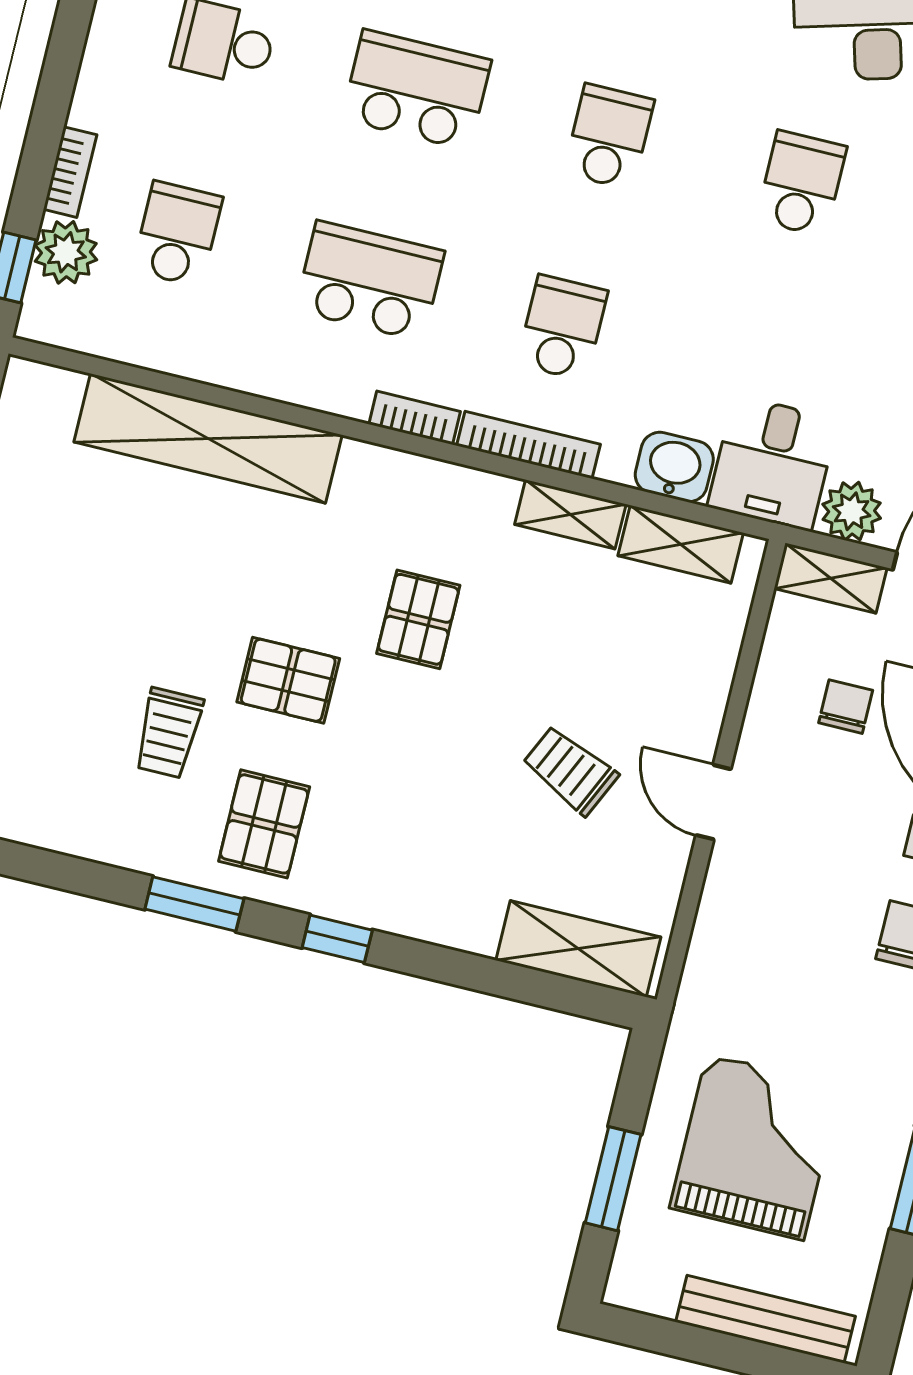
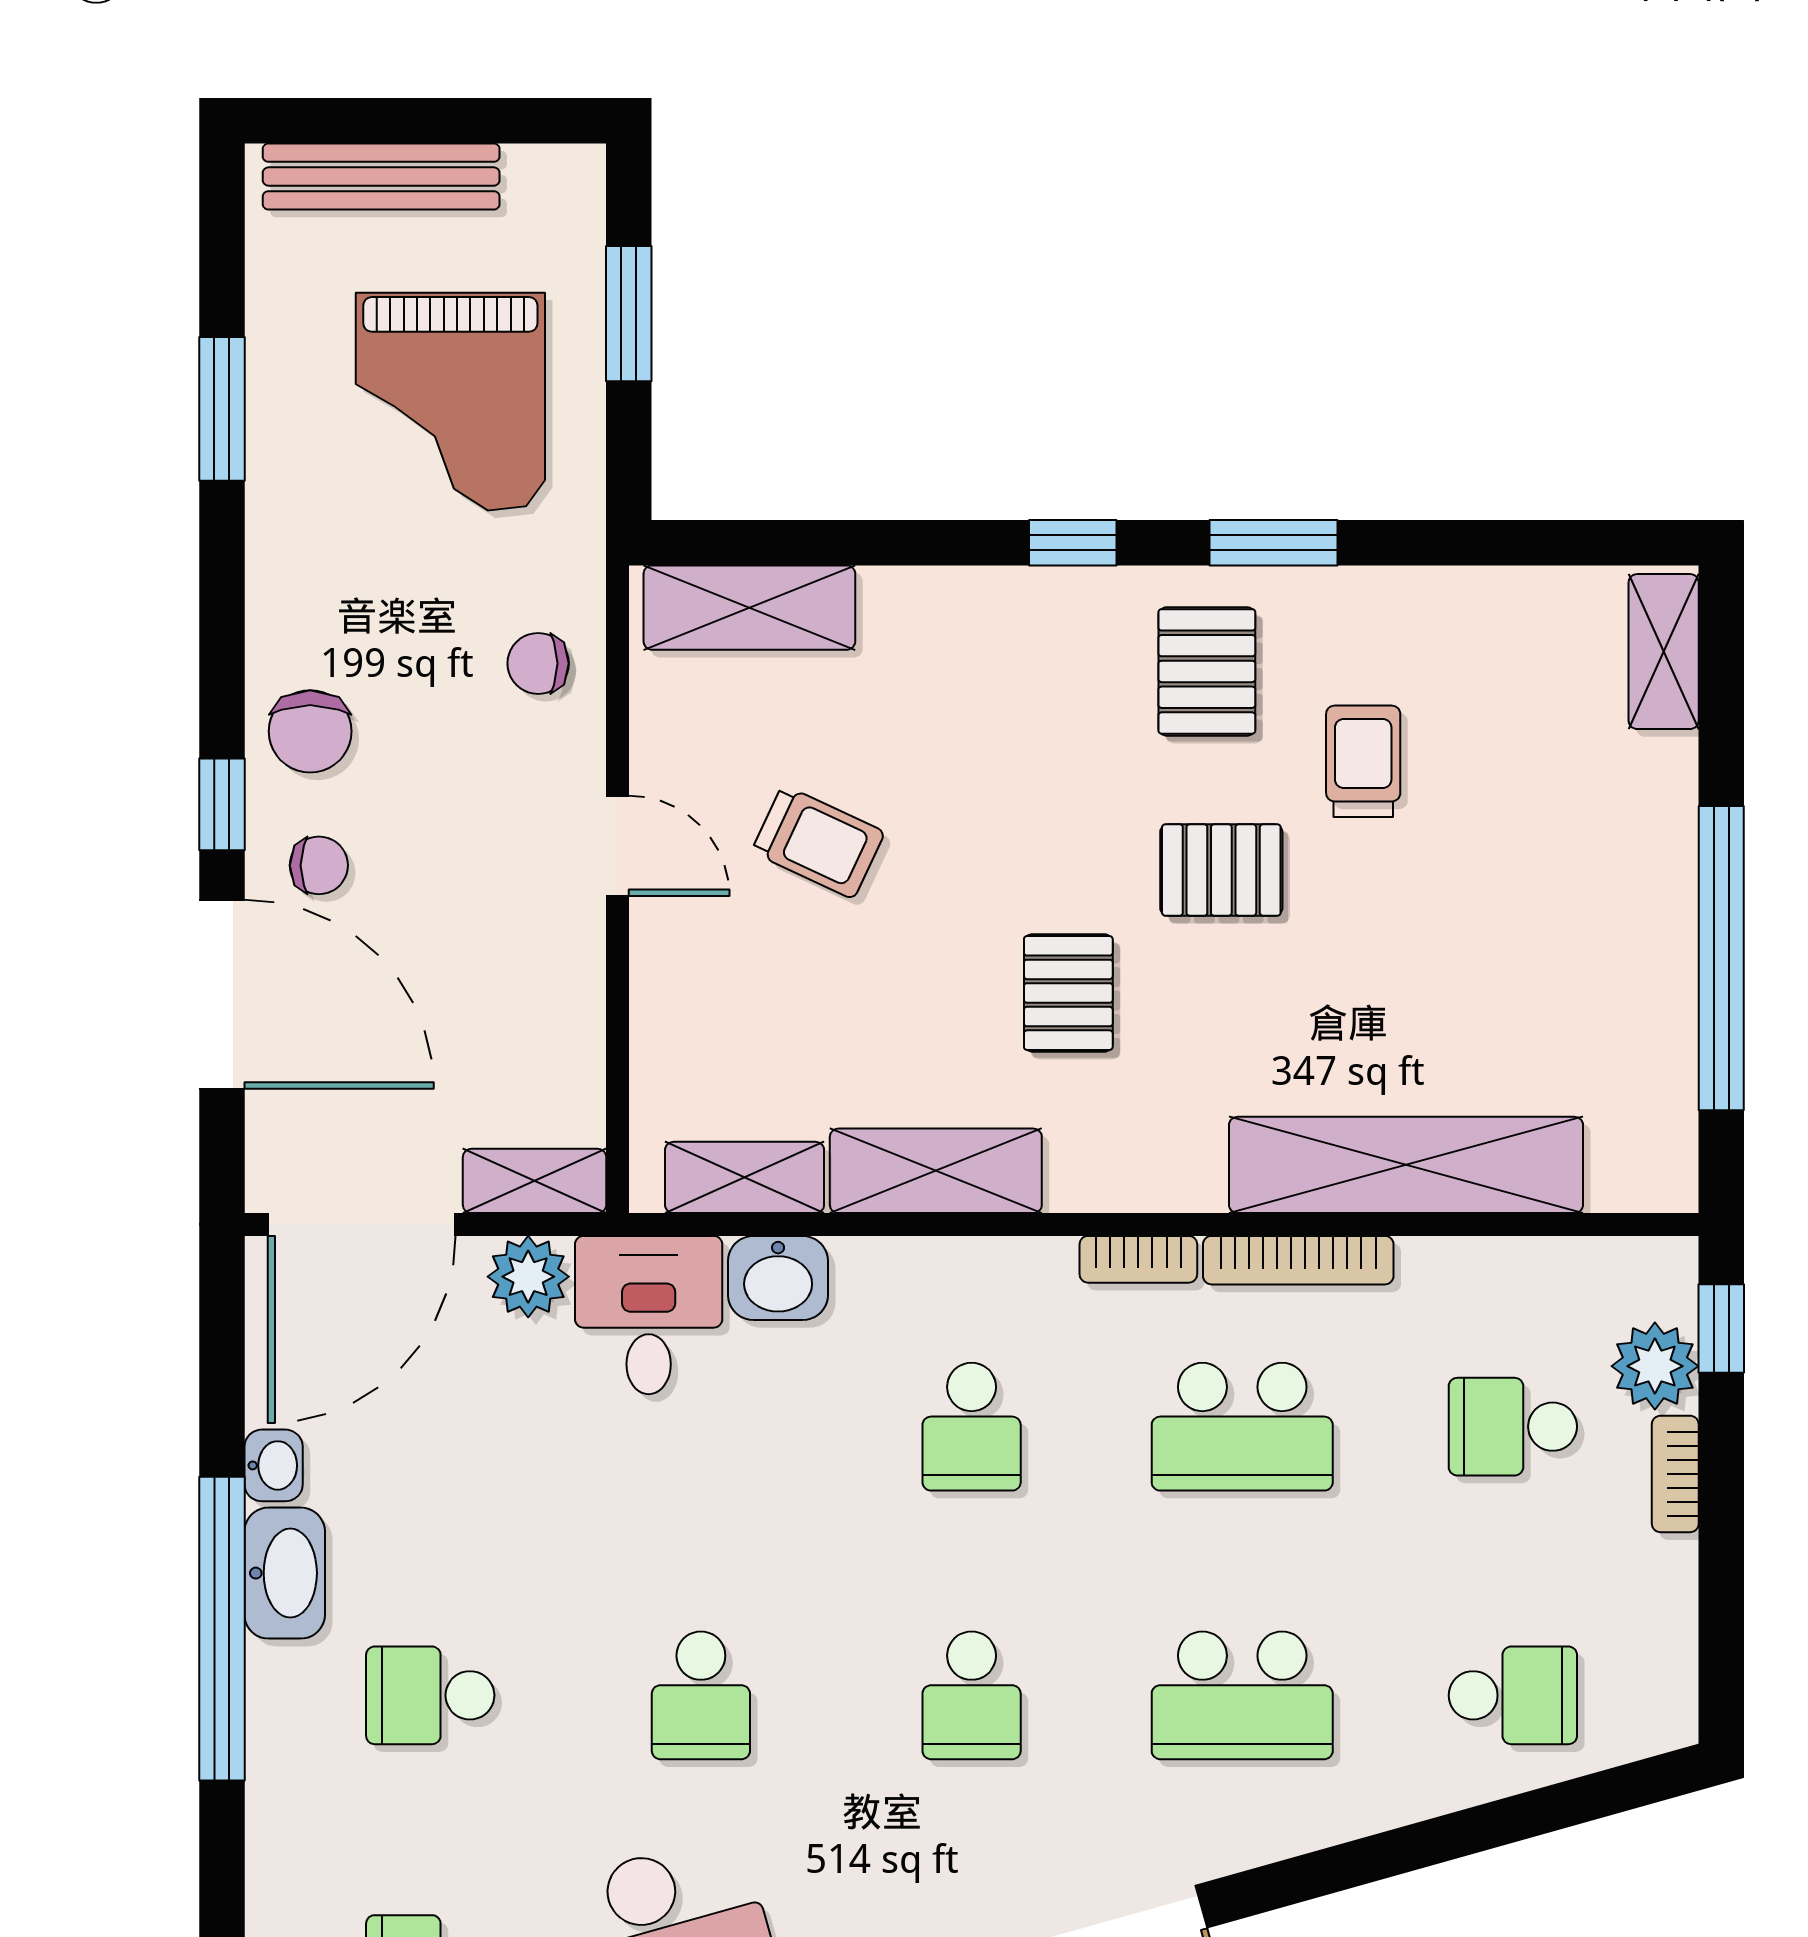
school desk: (177, 234) -> (1513, 1427), turned 90
bookcase: (529, 445) -> (1298, 1260), moved
shelving: (570, 514) -> (936, 1171), width x1.50, depth x1.33
chair: (846, 707) -> (538, 663), moved, turned 90

